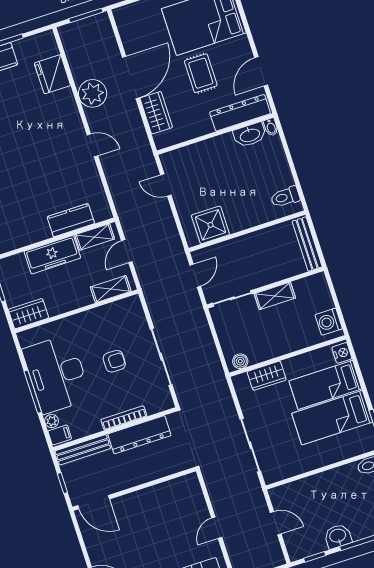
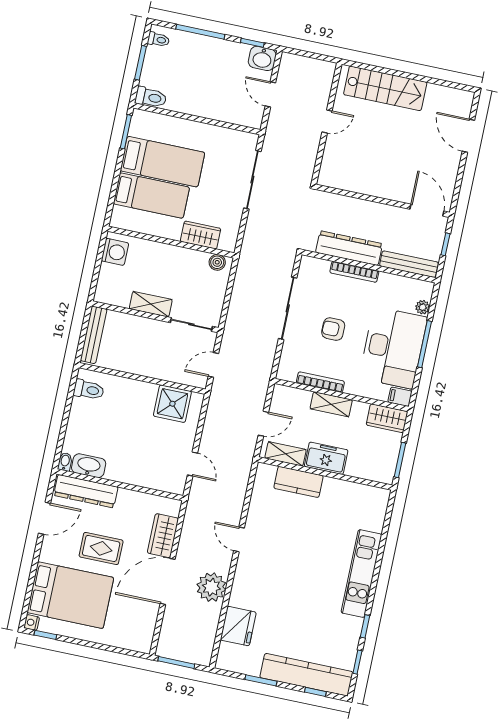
rug: (201, 73) -> (101, 548), turned 90
freezer: (52, 255) -> (326, 458), width x0.71
shelving: (111, 289) -> (331, 404), moved
bookcase: (100, 312) -> (320, 382), added
nightstand: (342, 353) -> (119, 216), removed
filing cabinet: (60, 435) -> (400, 397), moved
washbasin: (338, 536) -> (262, 58), moved

